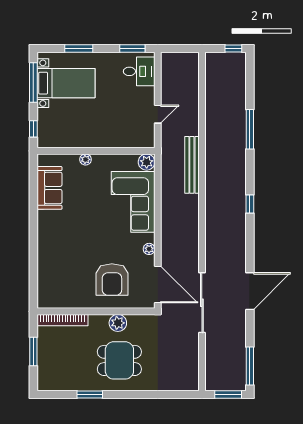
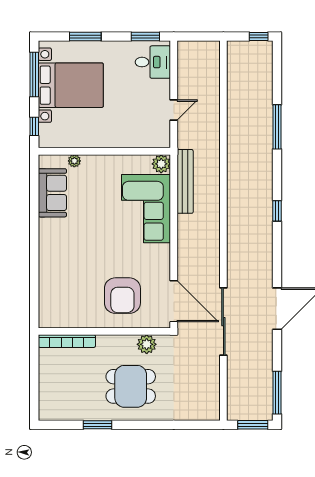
bed with nightstands: (66, 83) -> (71, 85), width x1.36
plant: (86, 159) -> (74, 161), moved
bench: (192, 165) -> (185, 181), moved
plant: (149, 249) -> (164, 261), removed
plant: (118, 323) -> (147, 344), moved
window: (33, 351) -> (34, 376), removed

